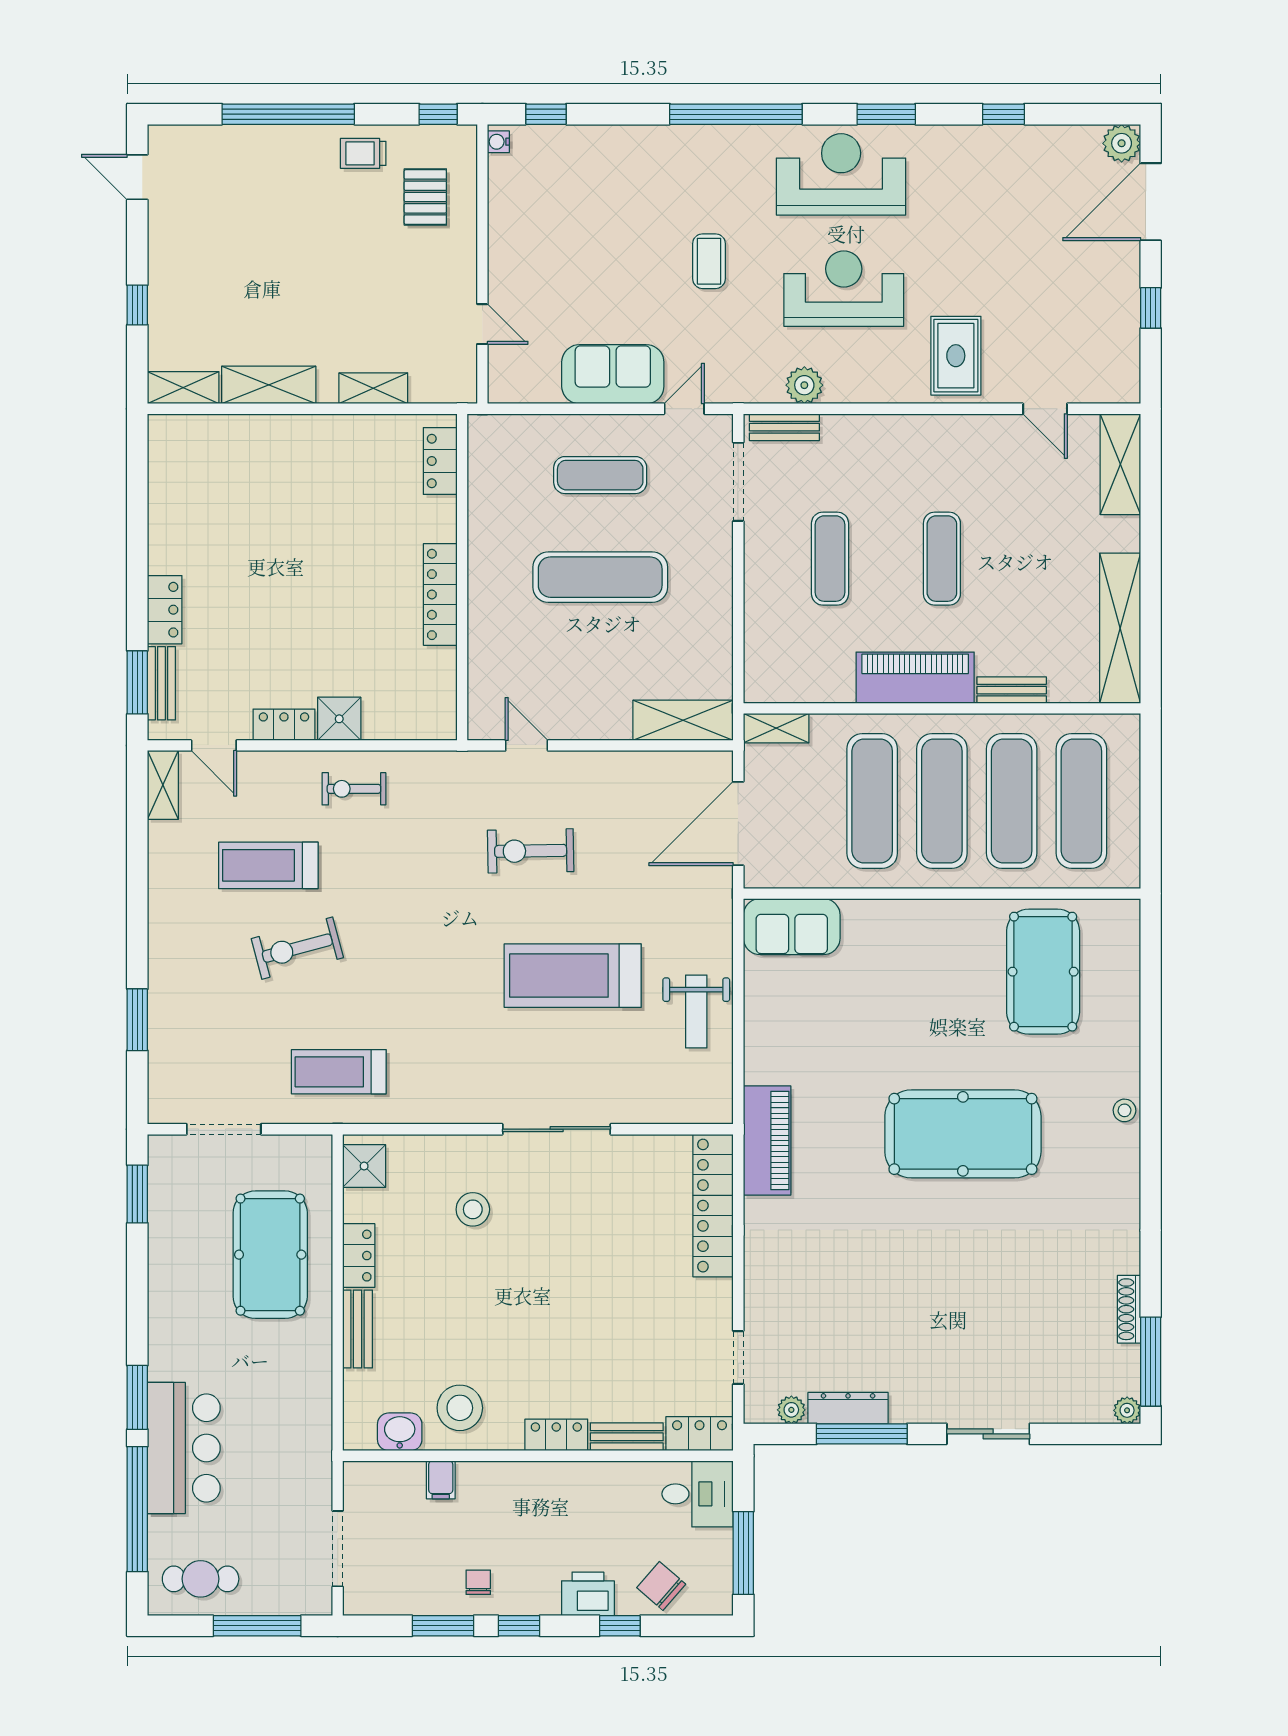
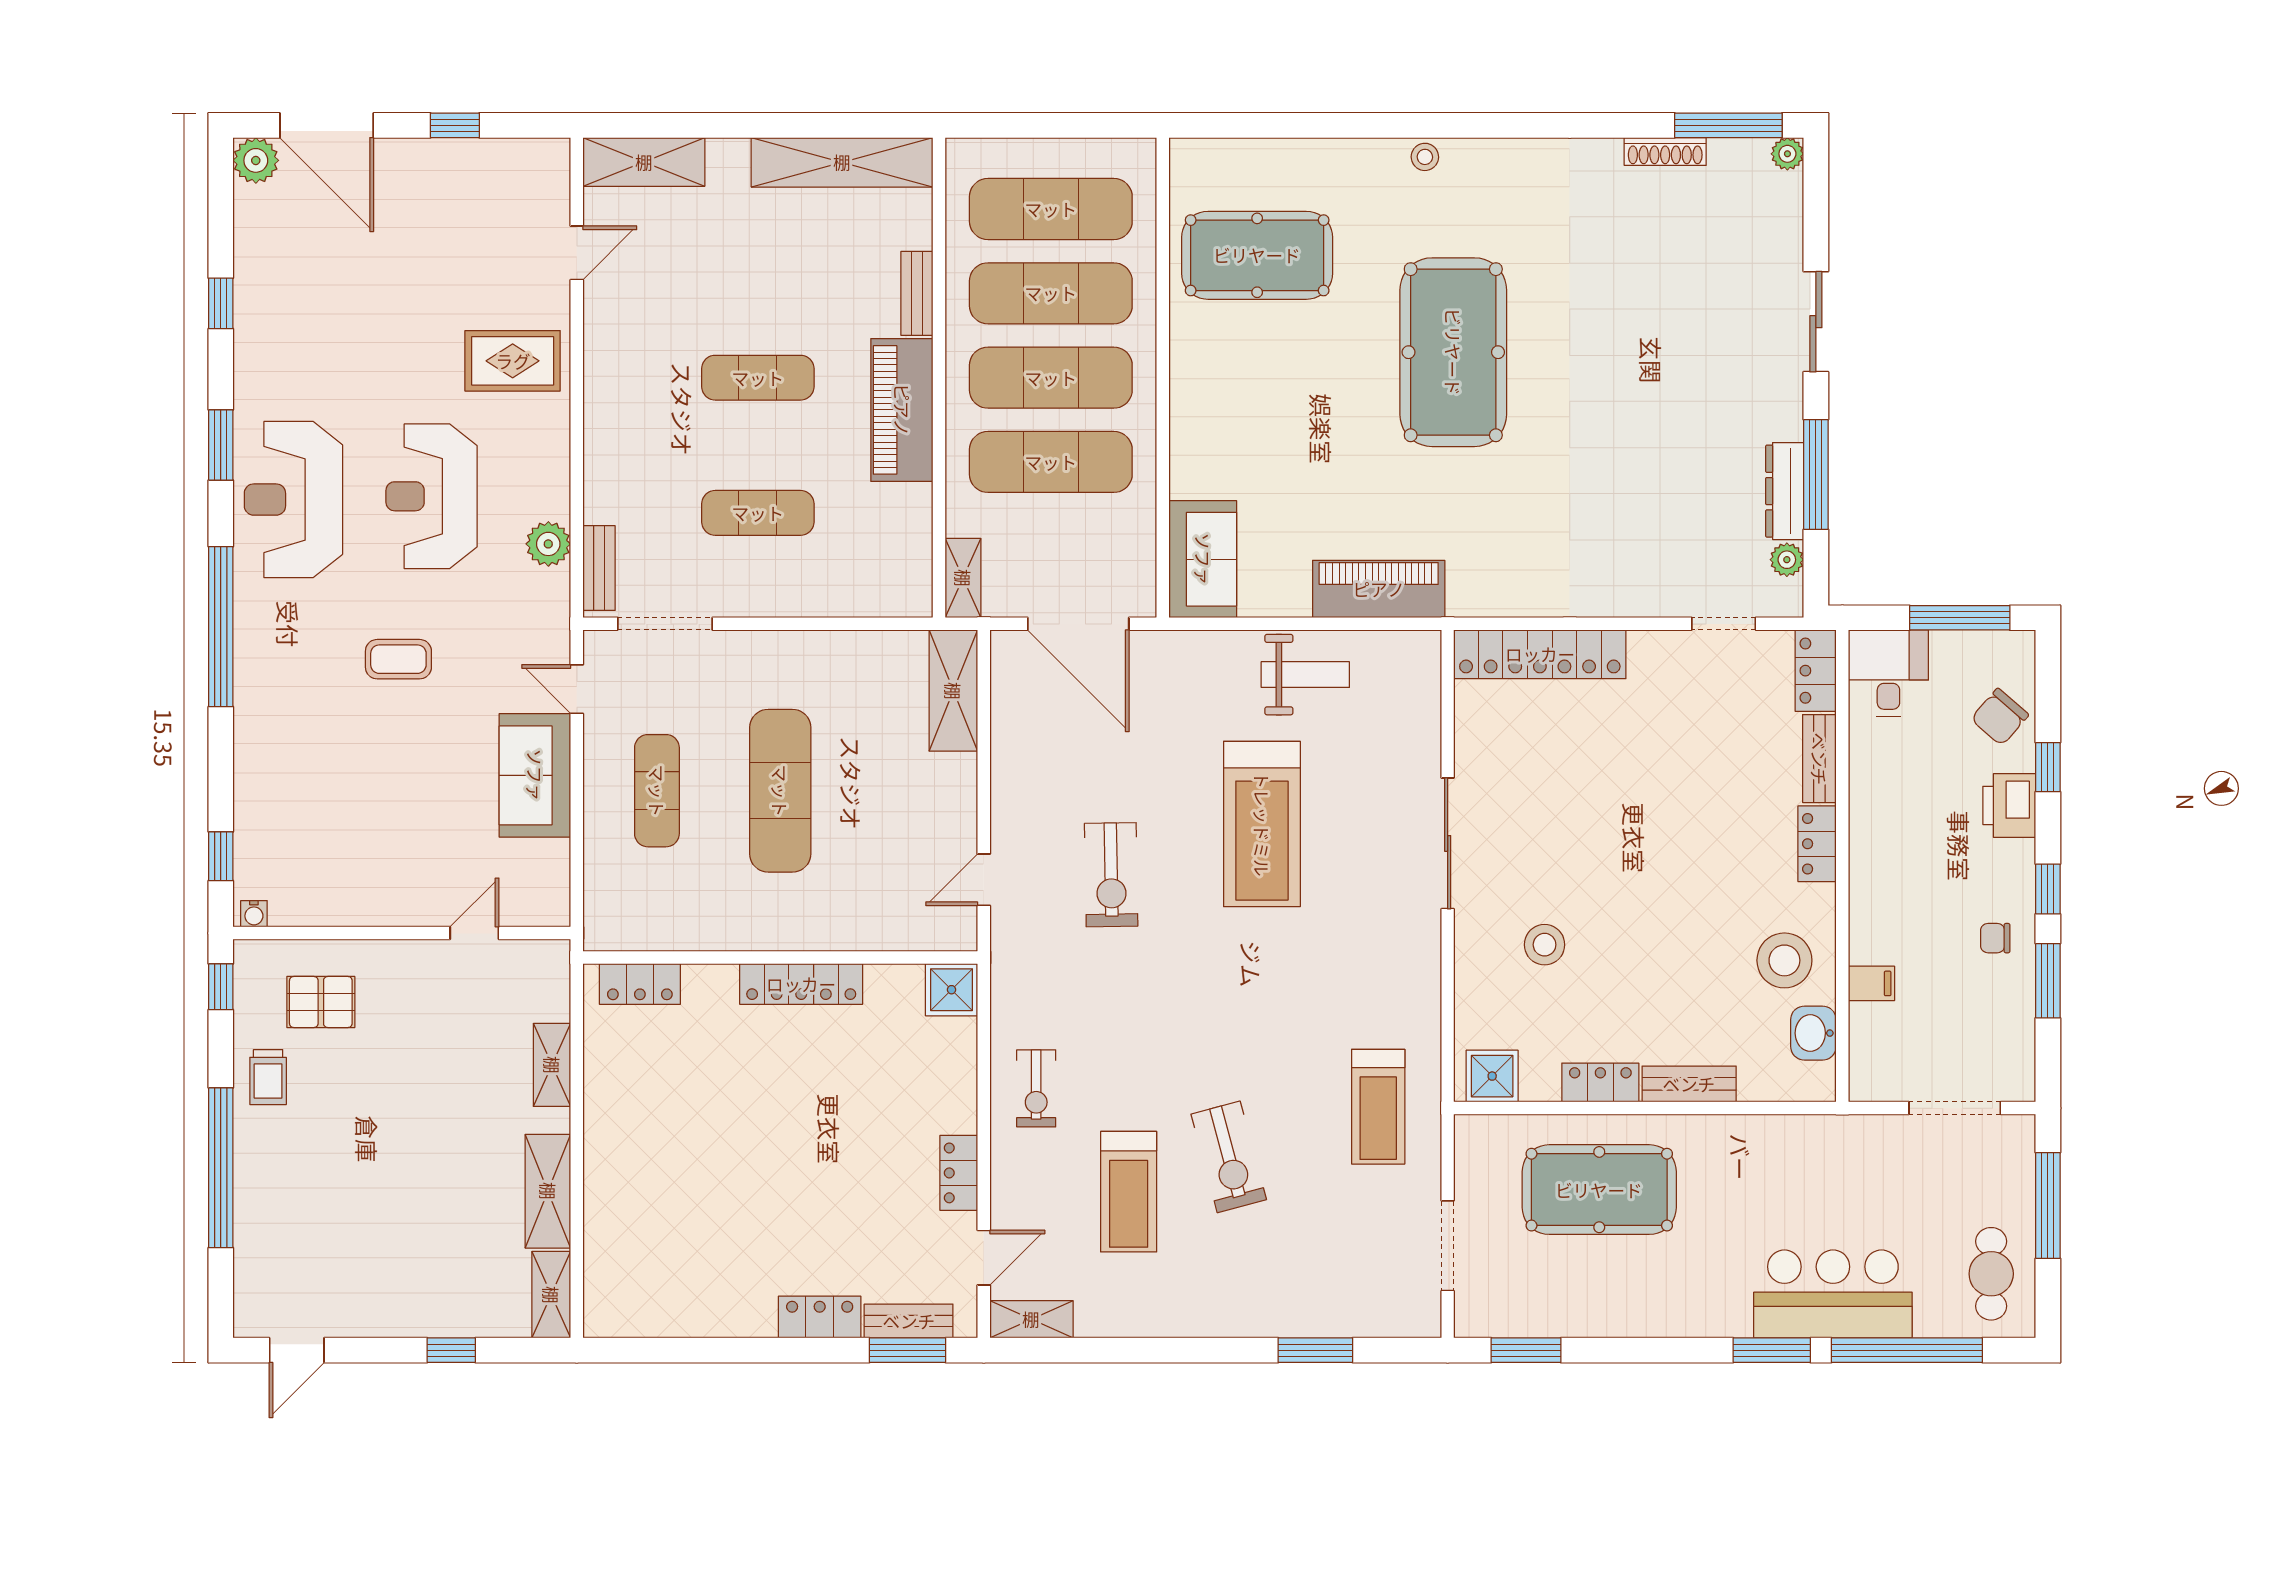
shower: (339, 719) -> (952, 990), moved
piano: (767, 1140) -> (1379, 589), moved

